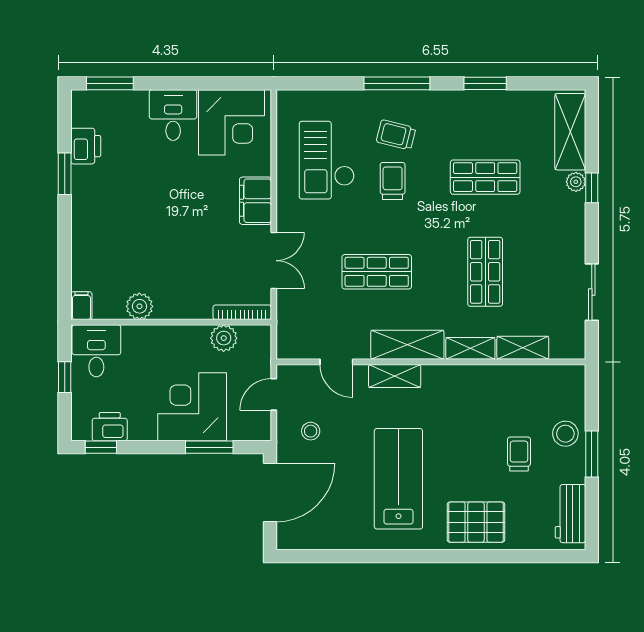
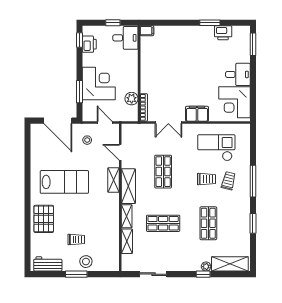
plant: (139, 306) -> (147, 58), removed
door: (336, 362) -> (120, 152), hinge flipped

